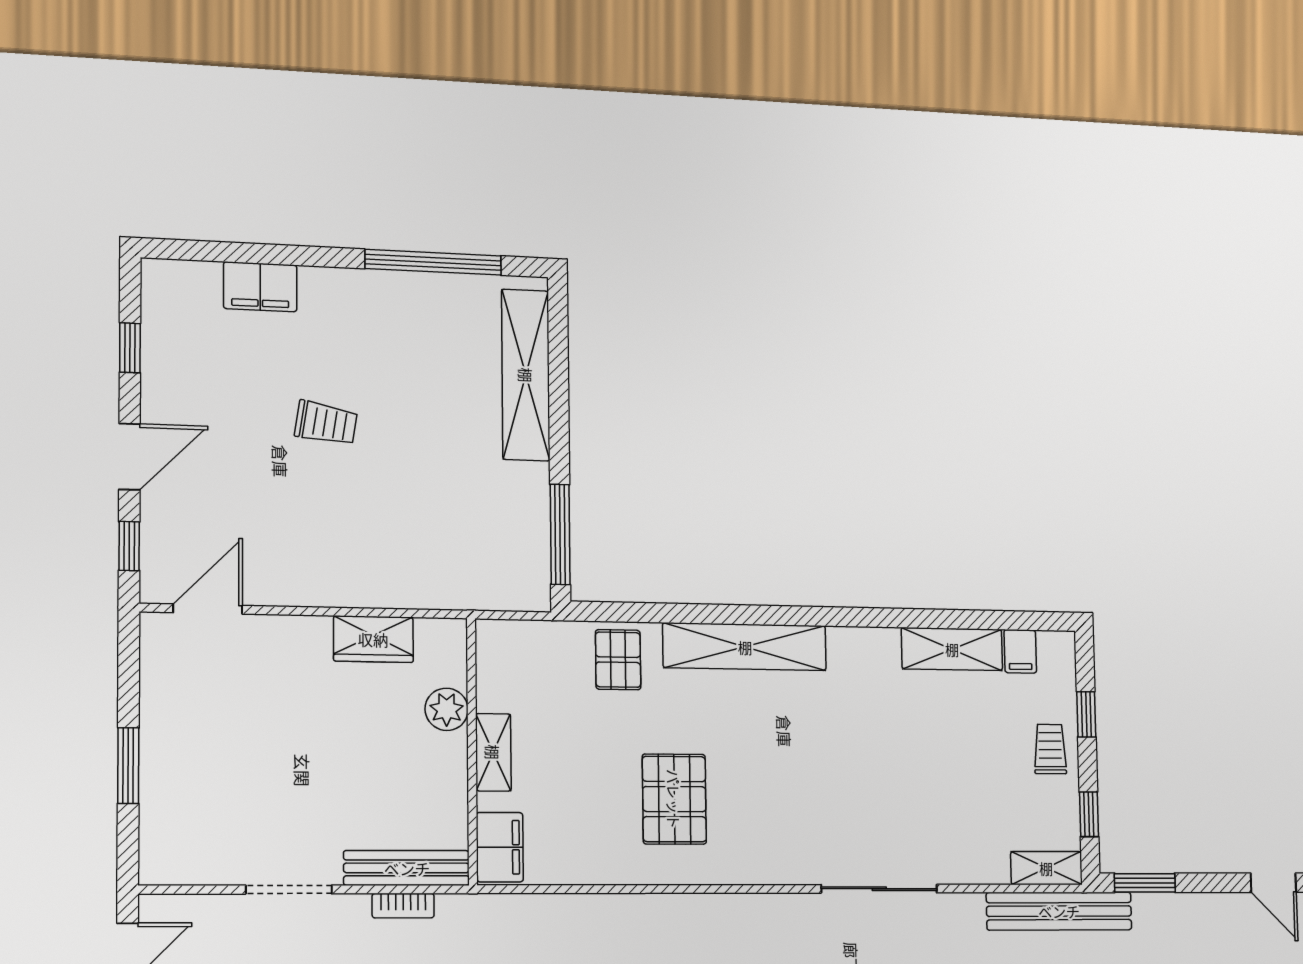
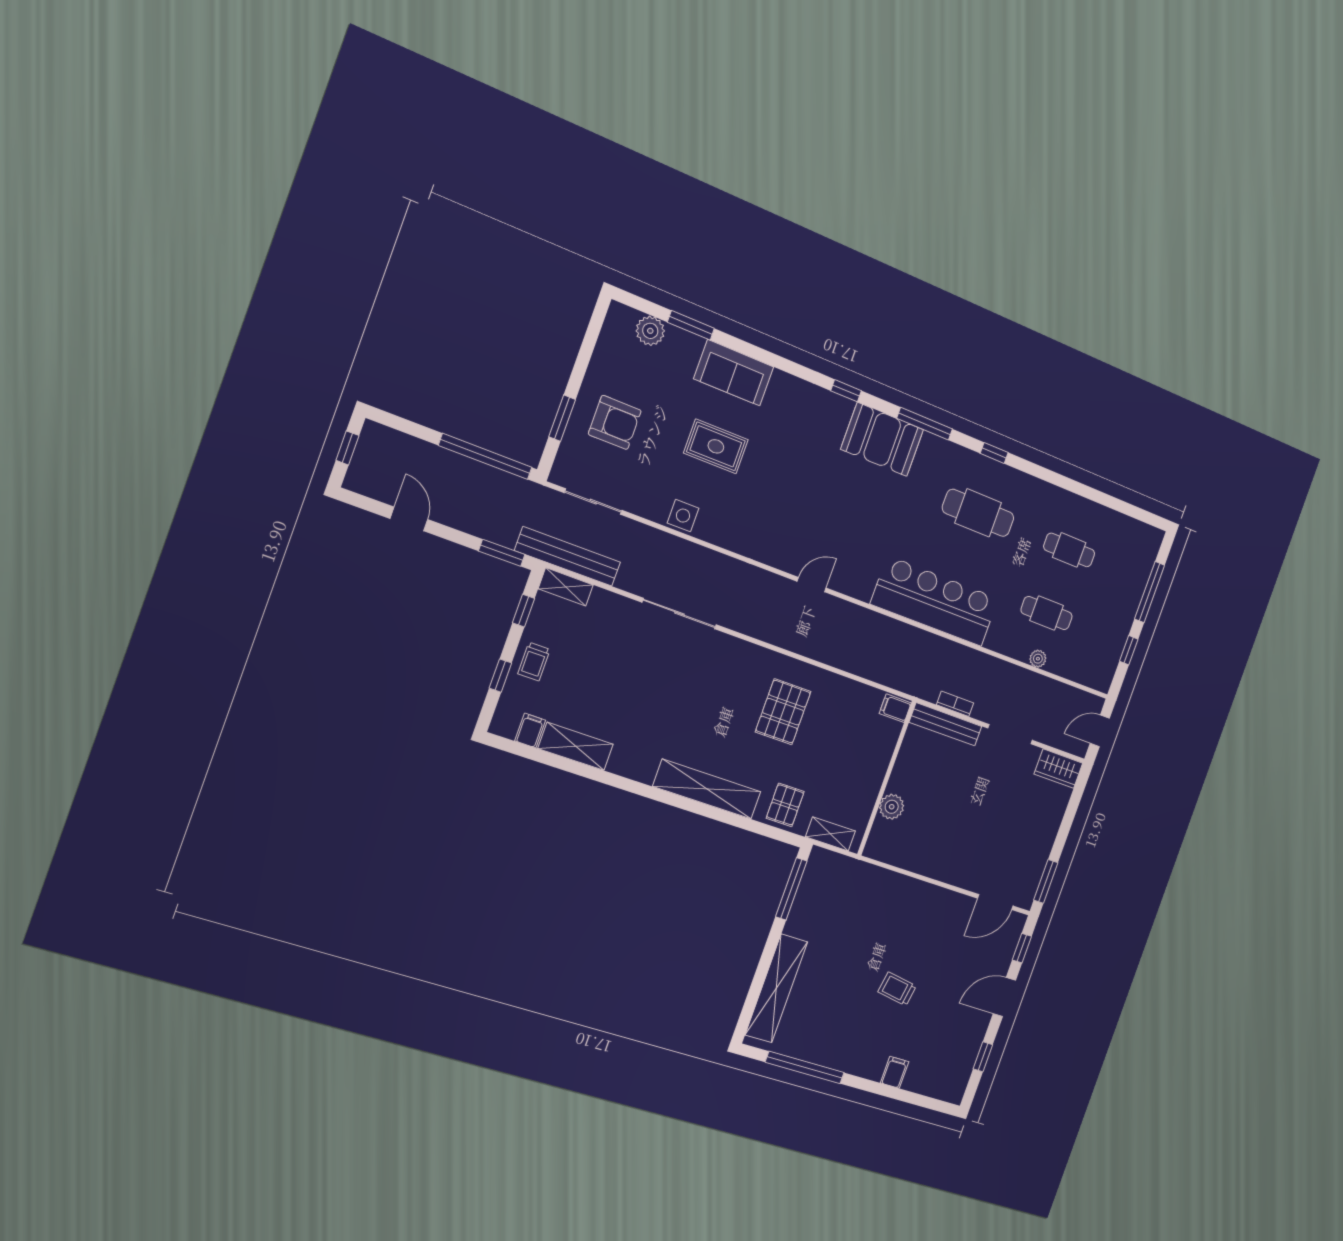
filing cabinet: (260, 287) -> (895, 1072), width x0.50
wardrobe: (373, 639) -> (1058, 769), moved, turned 180
shelving: (493, 752) -> (831, 834), moved, turned 90
window: (128, 766) -> (1046, 881), moved
filing cabinet: (500, 847) -> (895, 708), width x0.50

